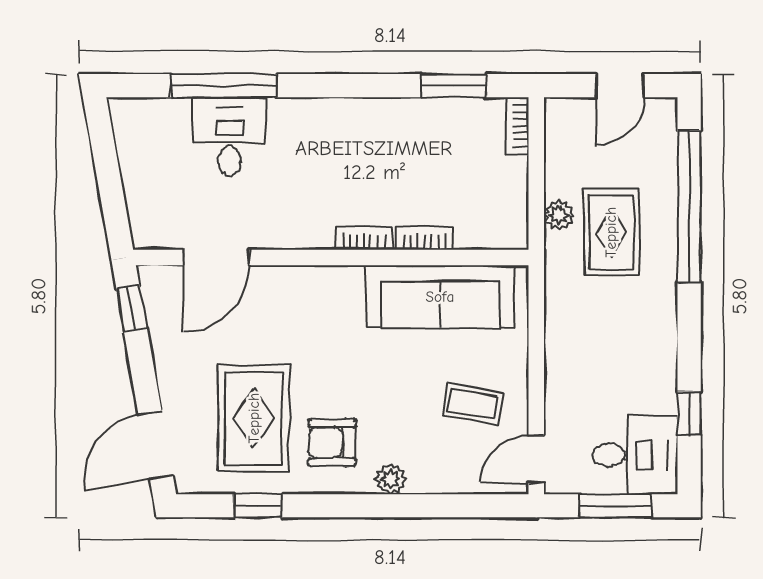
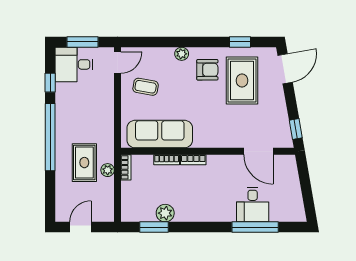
plant: (428, 117) -> (165, 213), added
bookcase: (517, 126) -> (126, 167), moved
window: (689, 206) -> (50, 137), moved
door: (216, 258) -> (258, 151), swing flipped

